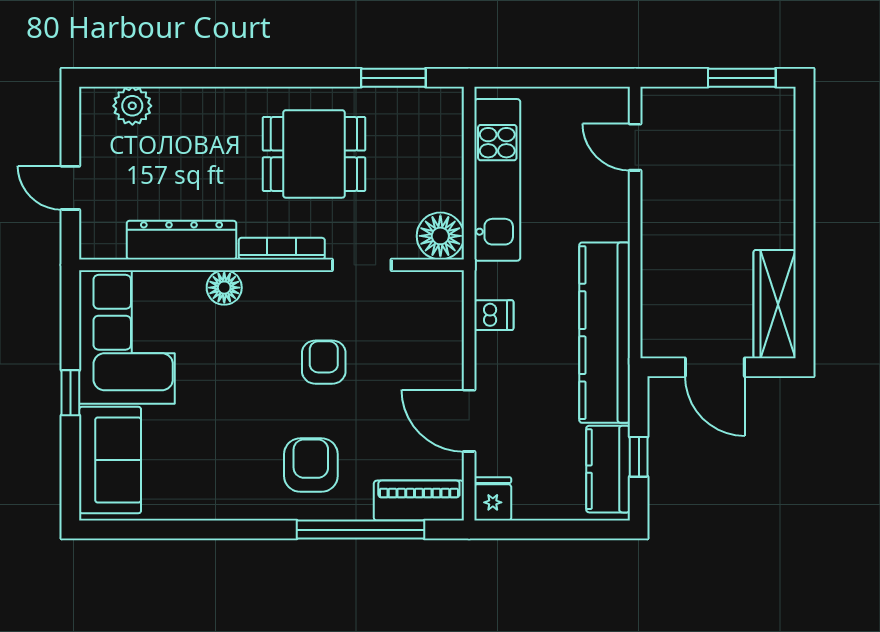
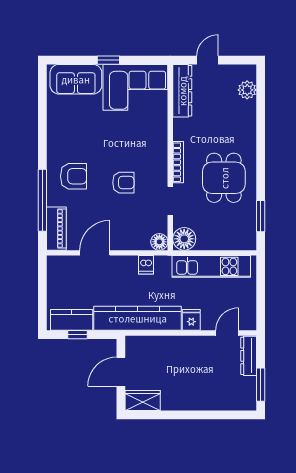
dresser: (682, 103) -> (249, 356), added
dresser: (182, 240) -> (182, 91), moved
floor lamp: (224, 288) -> (159, 242), moved
wardrobe: (775, 304) -> (143, 400), width x0.67
fridge: (493, 499) -> (191, 320), moved, turned -90

